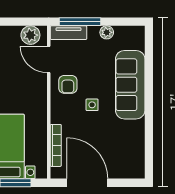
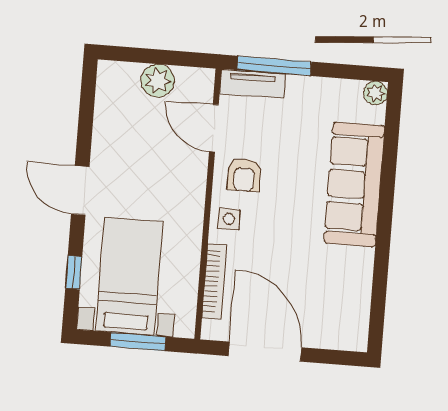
plant: (107, 32) -> (376, 93), moved
plant: (30, 35) -> (158, 81), moved
side table: (92, 105) -> (229, 219), moved

